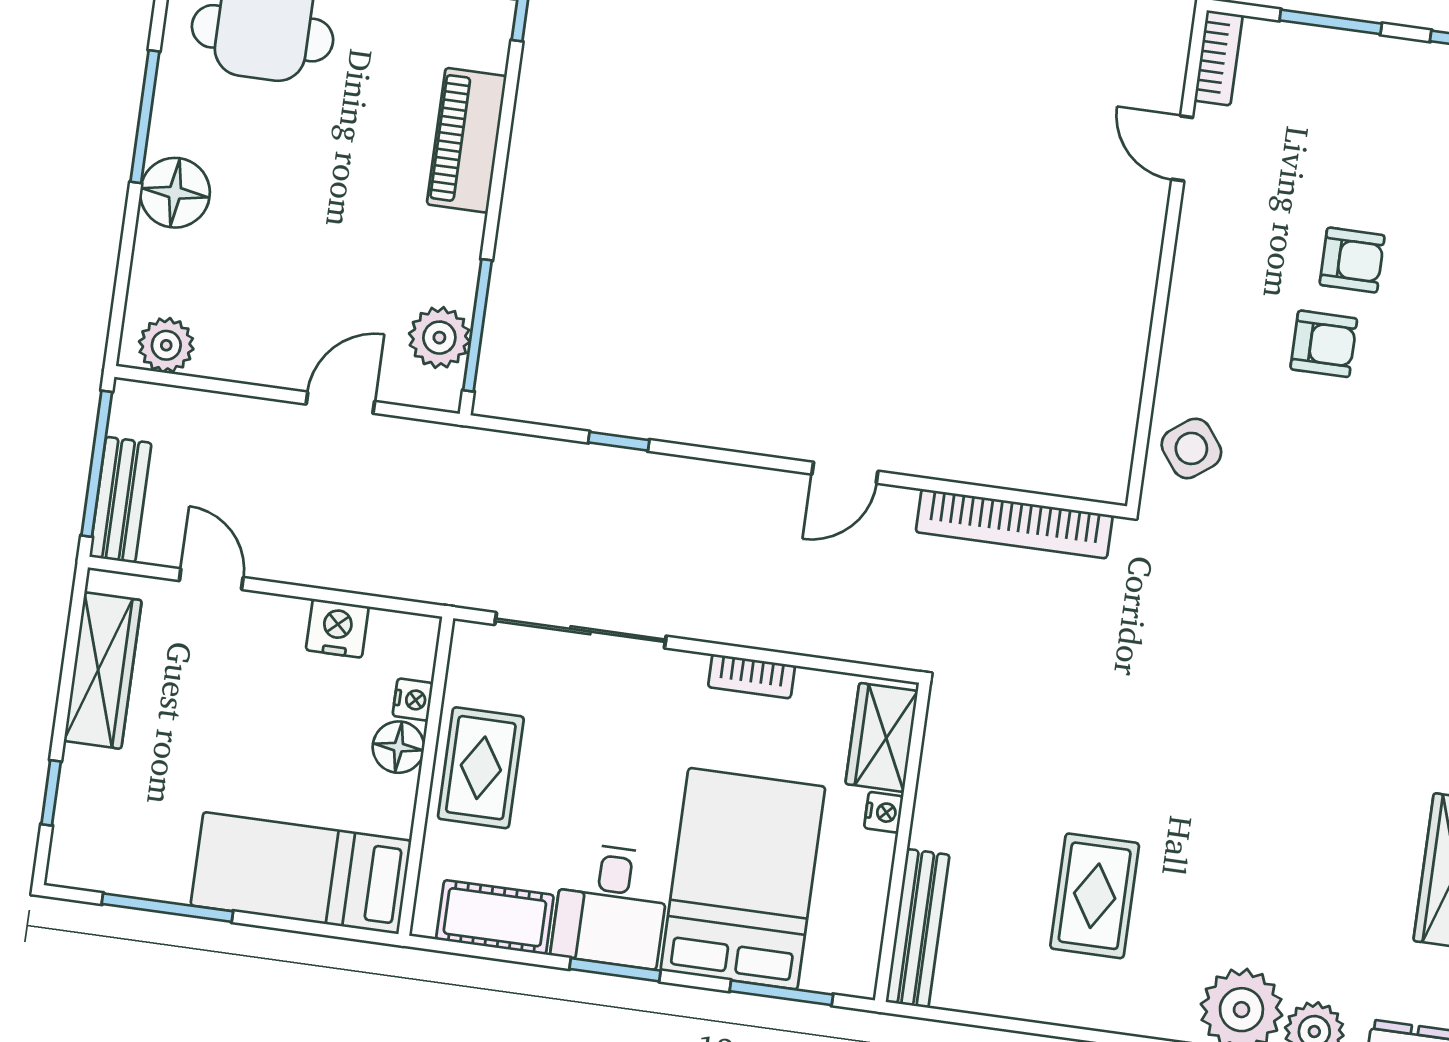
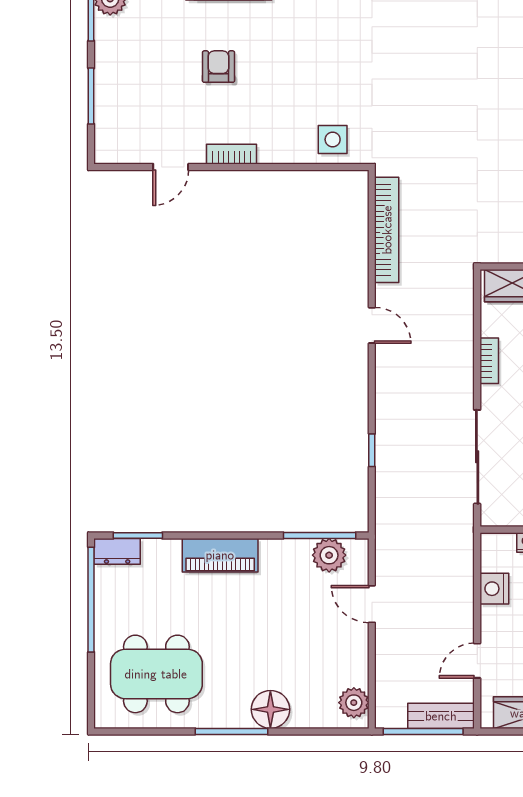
bookcase: (1219, 58) -> (231, 154), moved
armchair: (1324, 344) -> (266, 76), removed
side table: (1191, 448) -> (333, 139), turned 37

